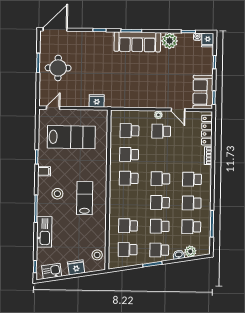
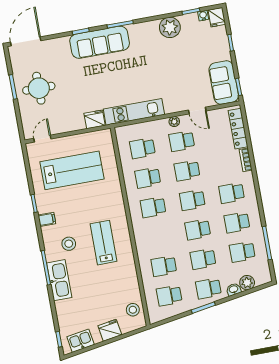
sofa: (137, 42) -> (100, 42), moved
kitchen unit: (129, 101) -> (134, 112), added
school desk: (161, 155) -> (187, 171), added
kitchen sink: (44, 232) -> (59, 280), moved

